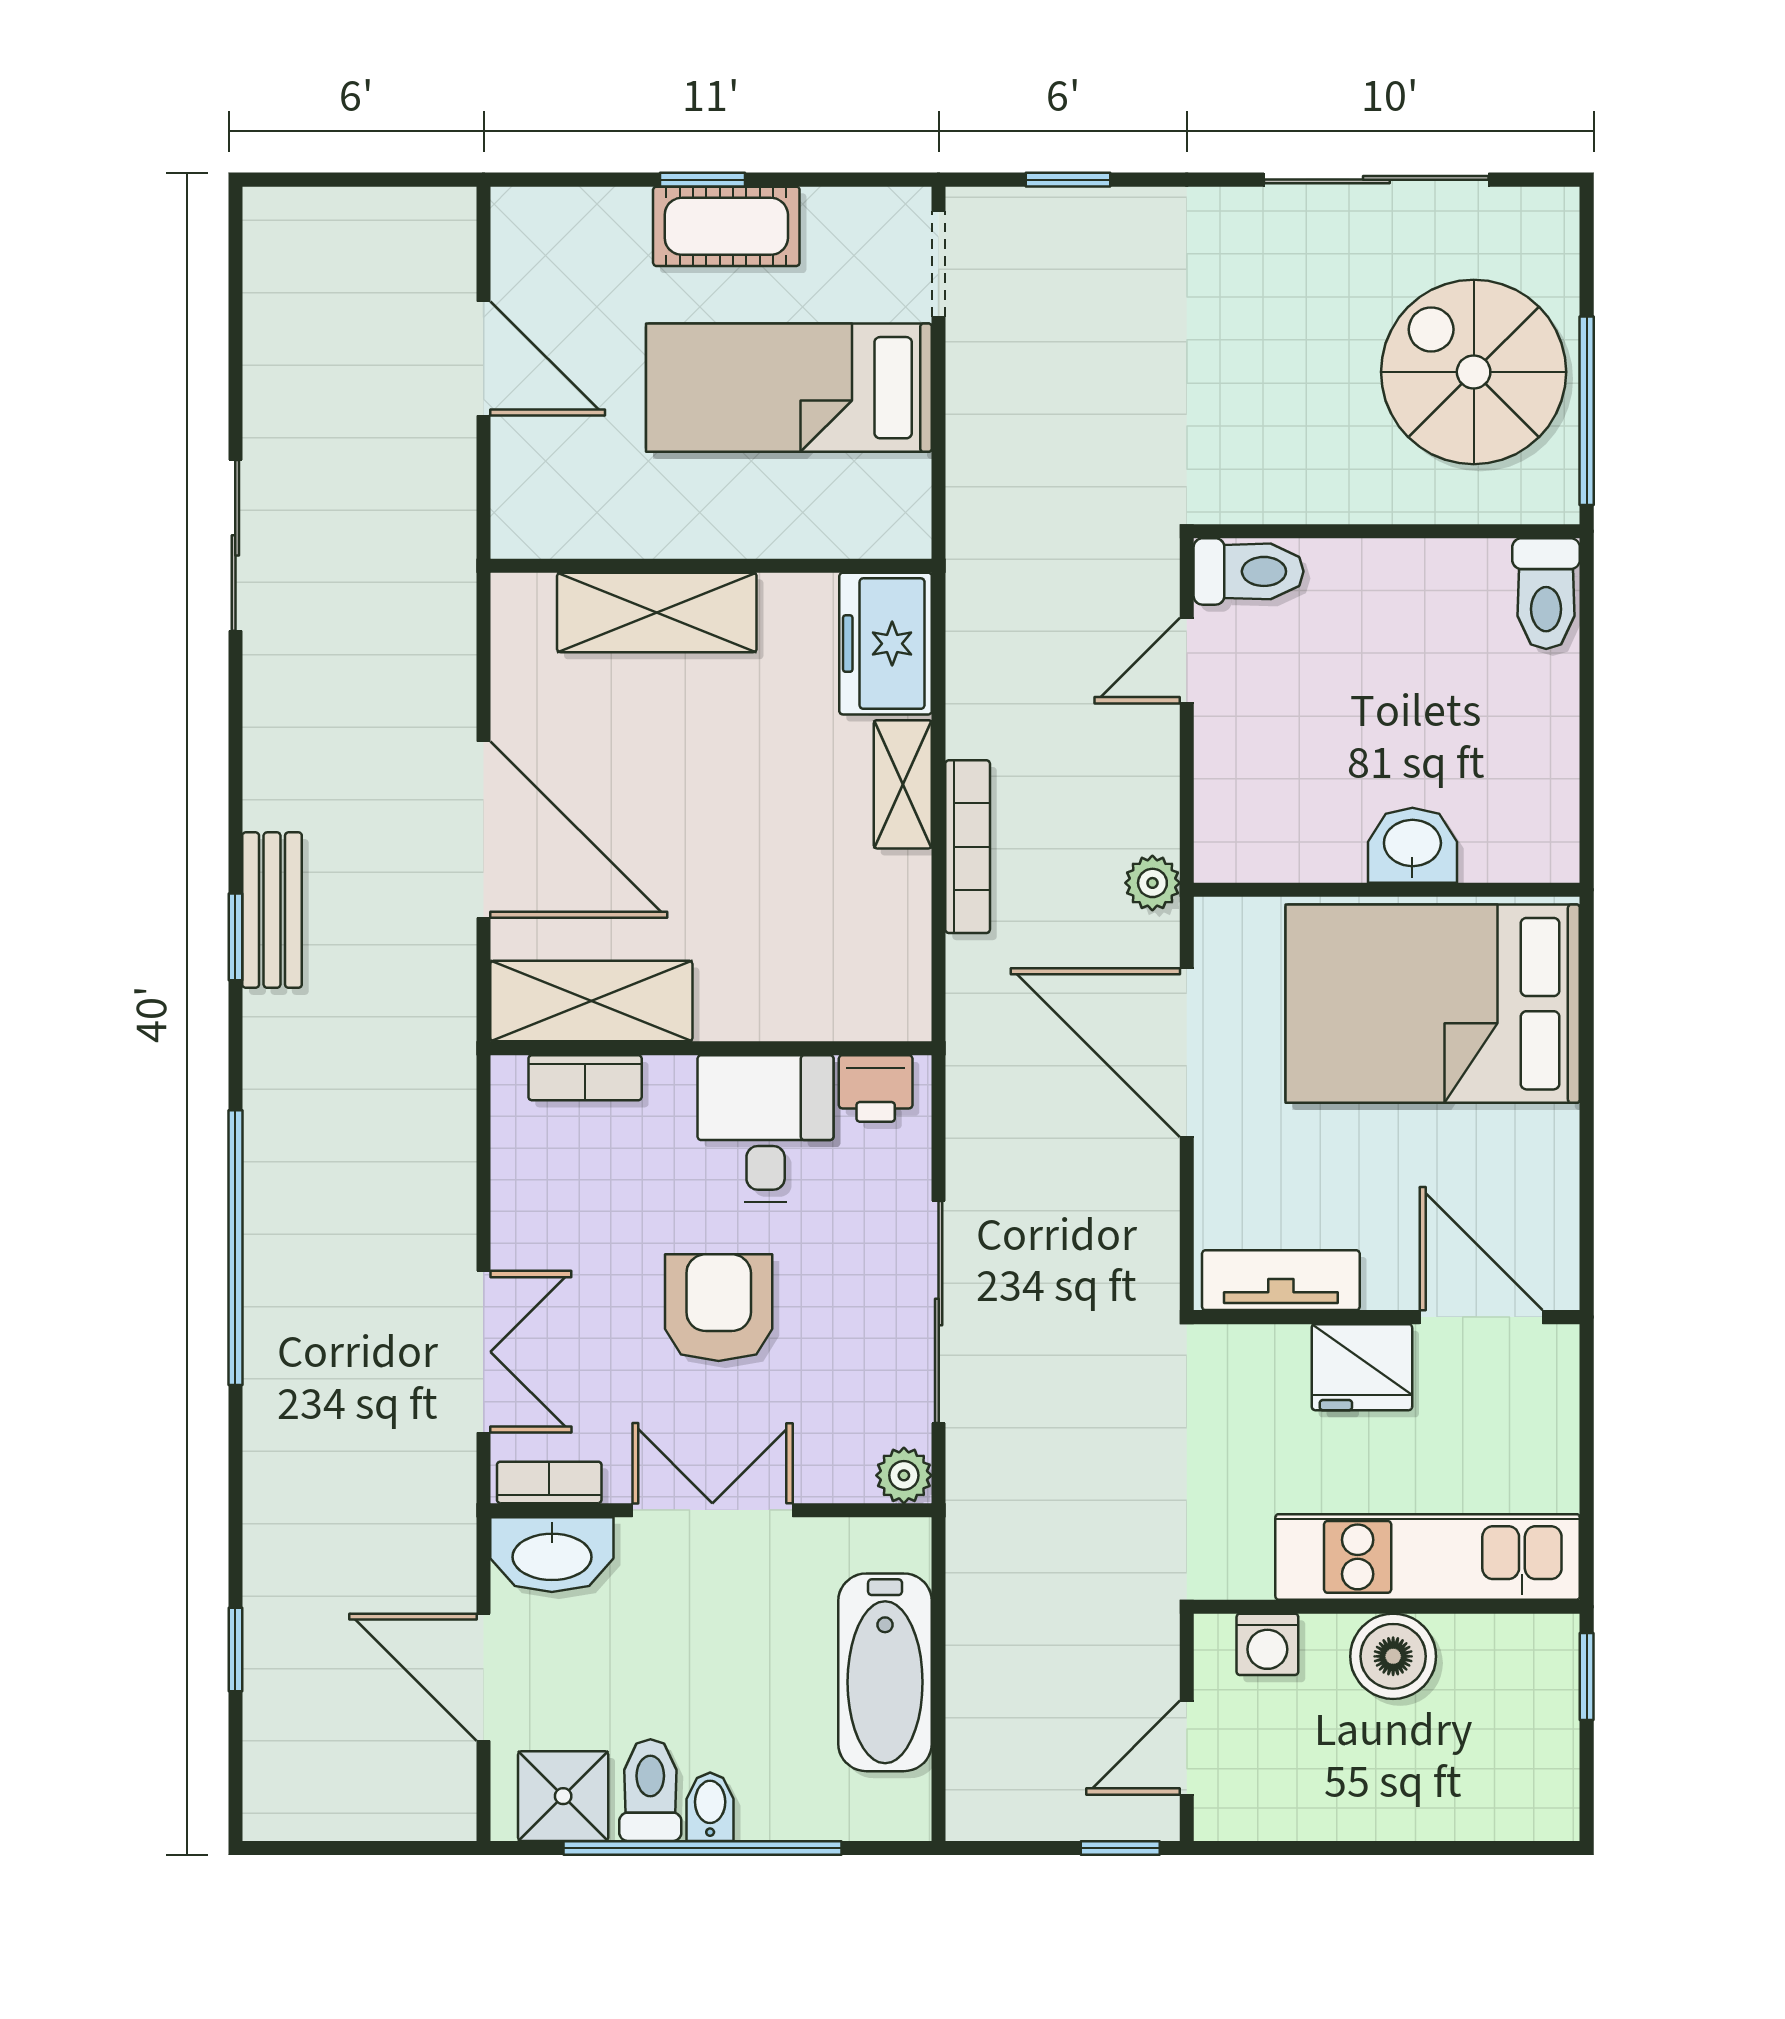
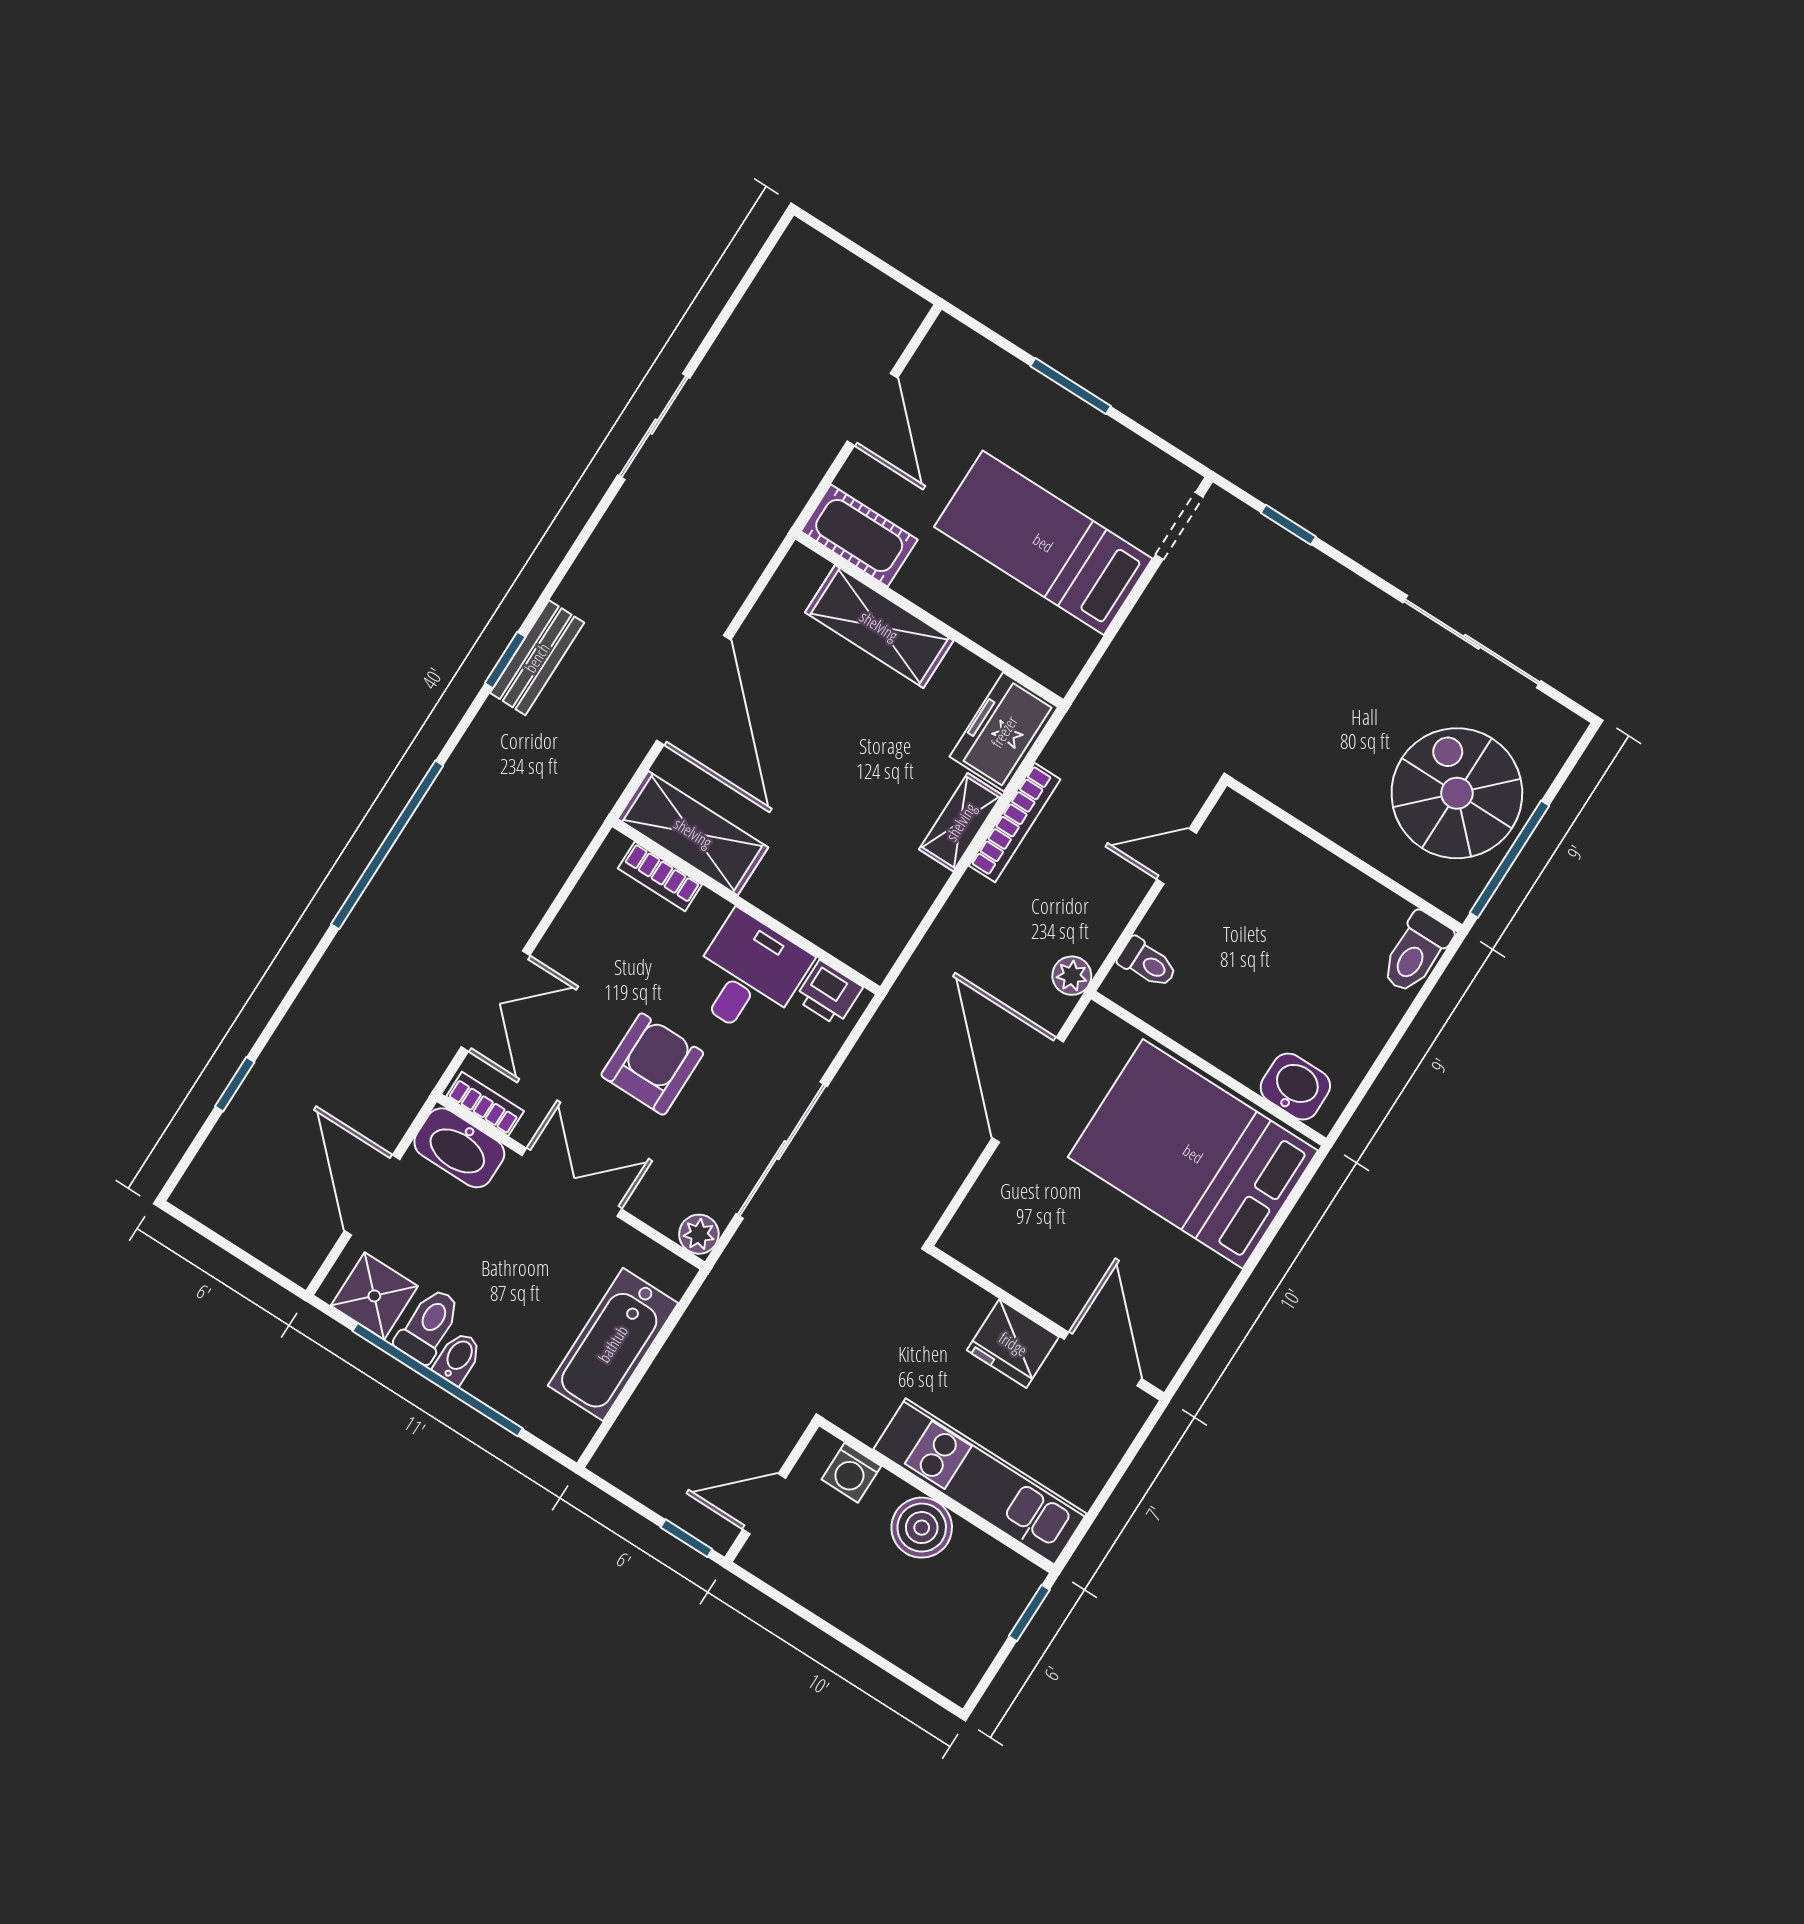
window: (702, 180) -> (1071, 386), width x1.50
cot: (726, 226) -> (859, 536), moved
toilet: (1249, 571) -> (1148, 963), moved, width x0.73, depth x0.72
washbasin: (1412, 845) -> (1295, 1087), moved
bookcase: (968, 847) -> (1015, 822), moved
tv unit: (1281, 1280) -> (998, 1261), removed

